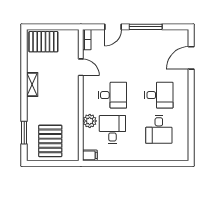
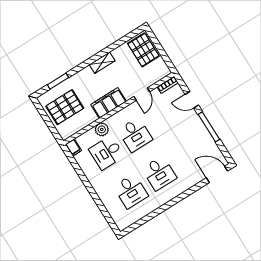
door: (191, 58) -> (217, 174), moved
filing cabinet: (70, 101) -> (109, 103), added
desk: (112, 129) -> (107, 153), turned 180
desk: (159, 129) -> (131, 191), turned -90

